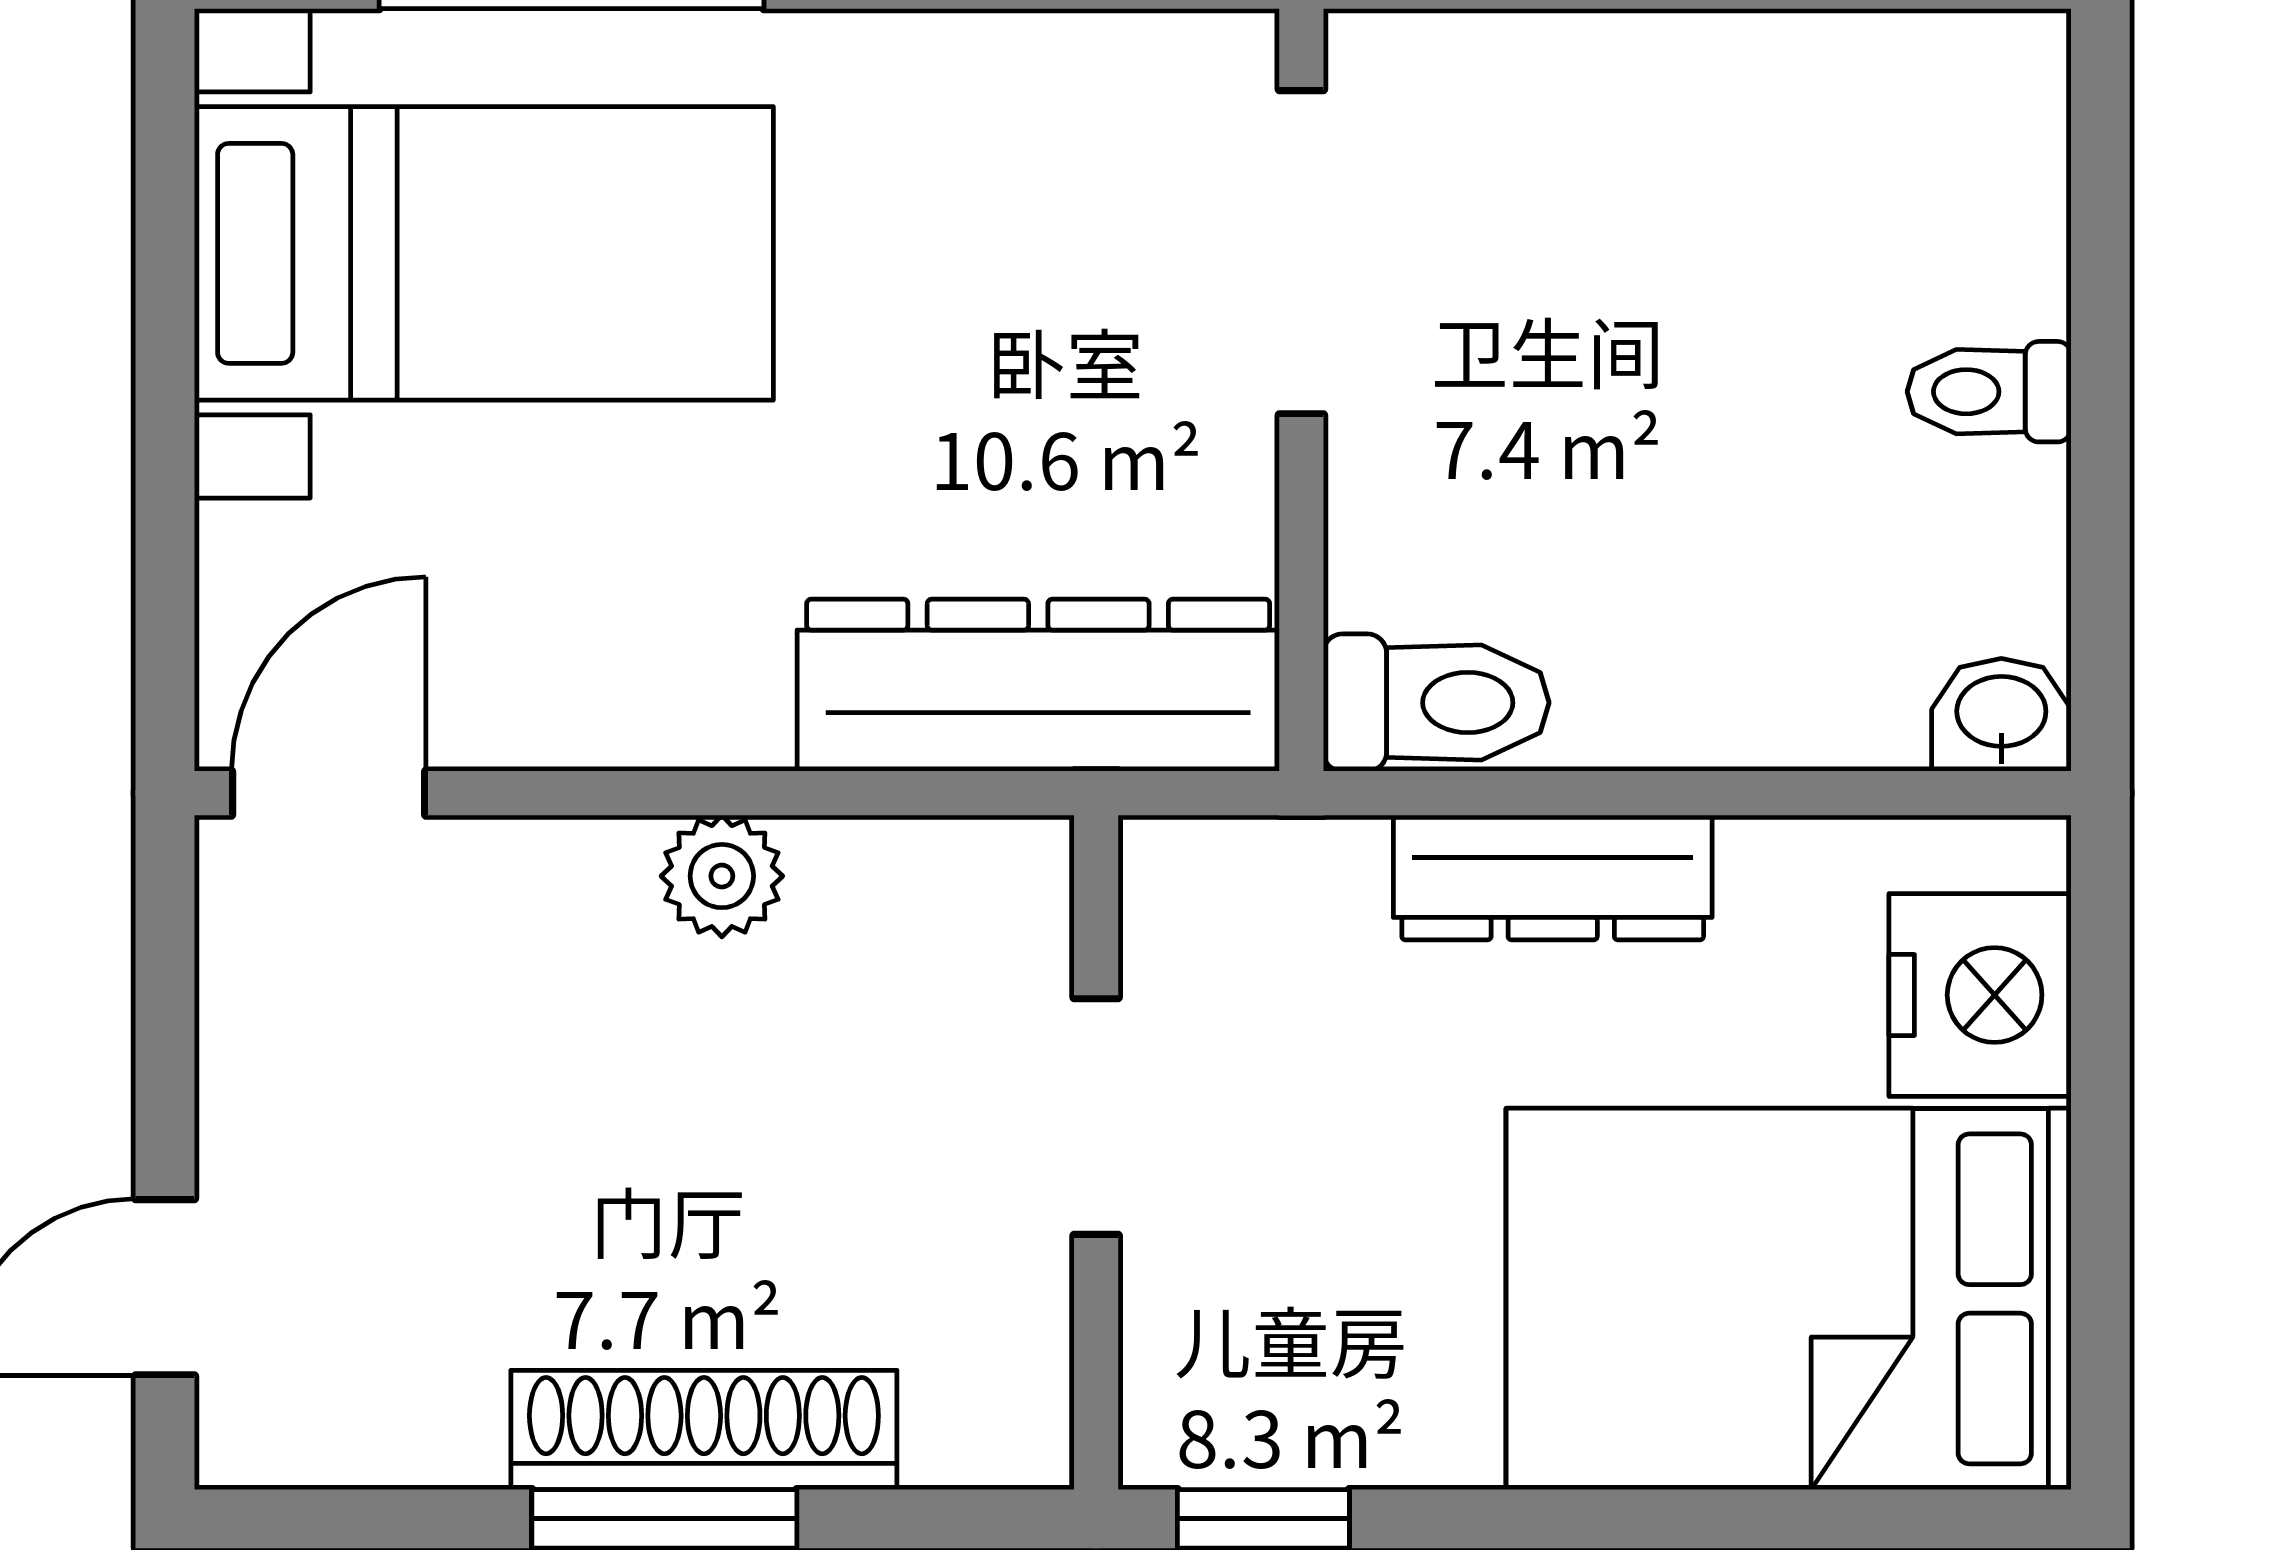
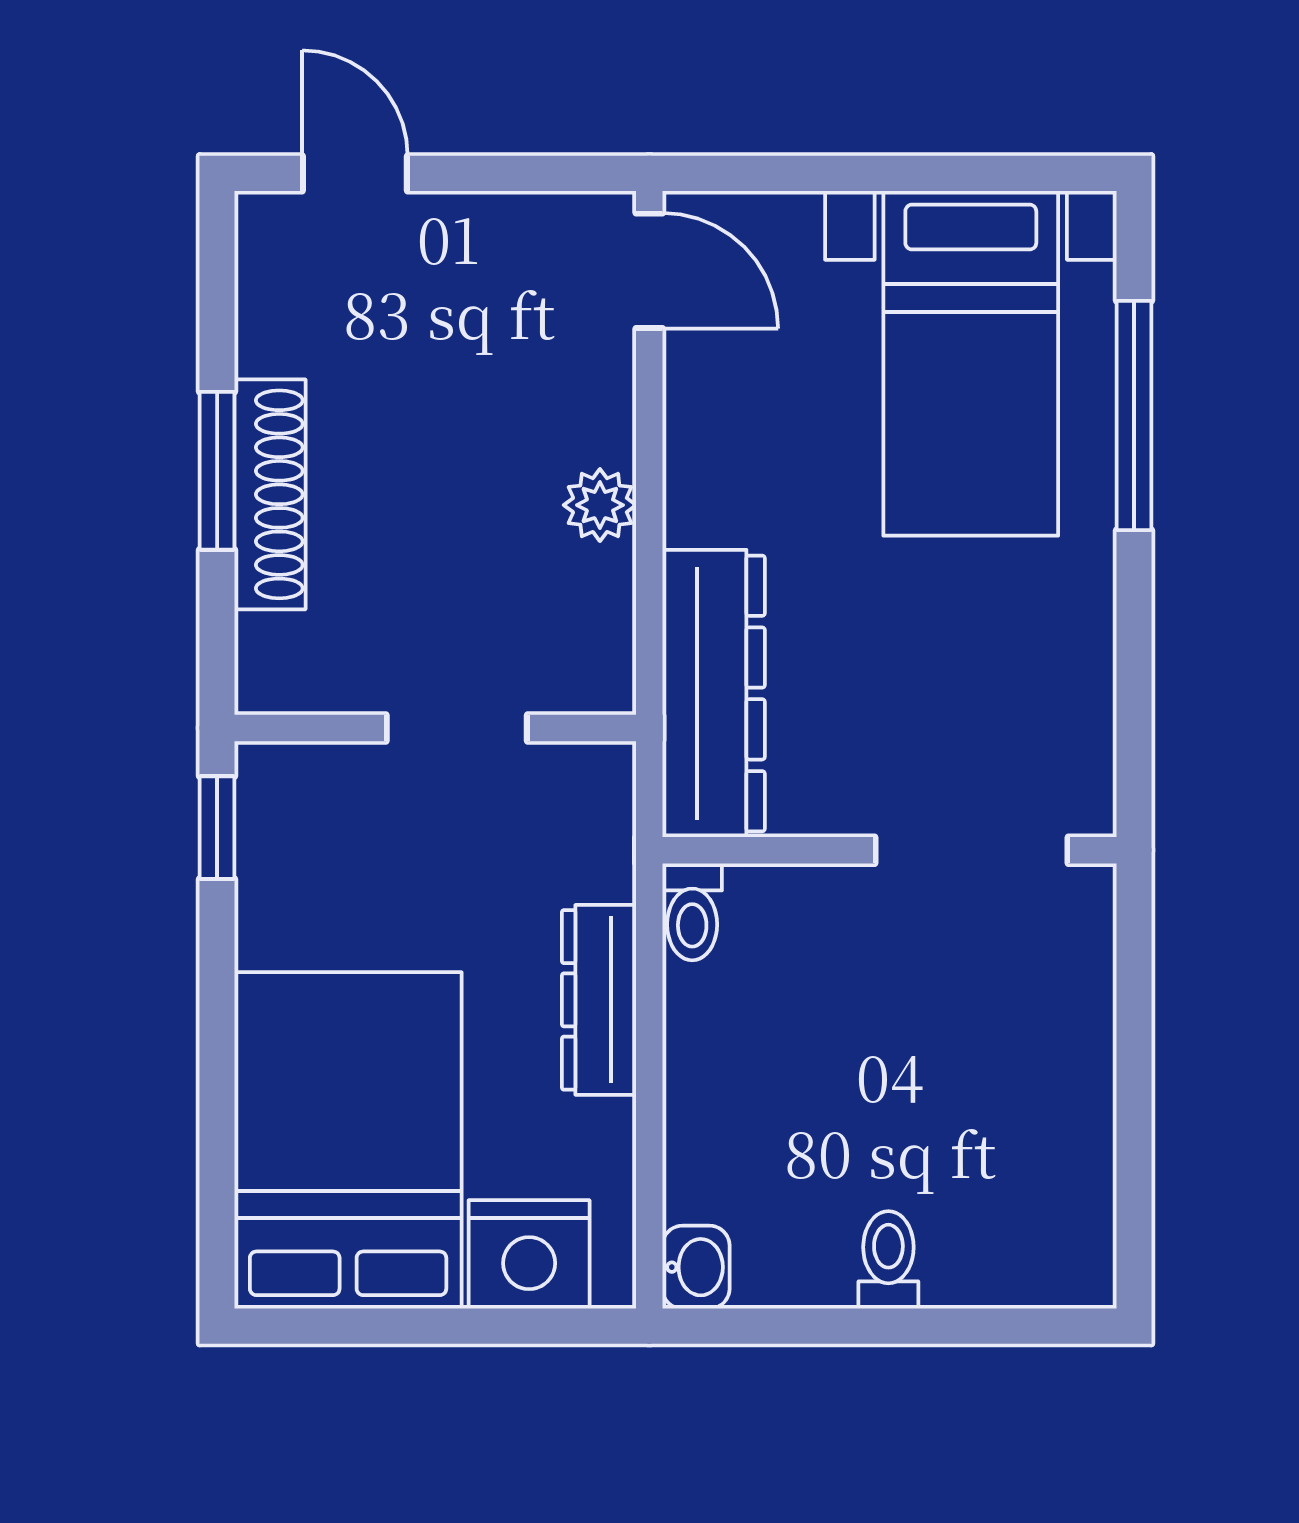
toilet: (1436, 703) -> (692, 912), width x0.73, depth x0.72

